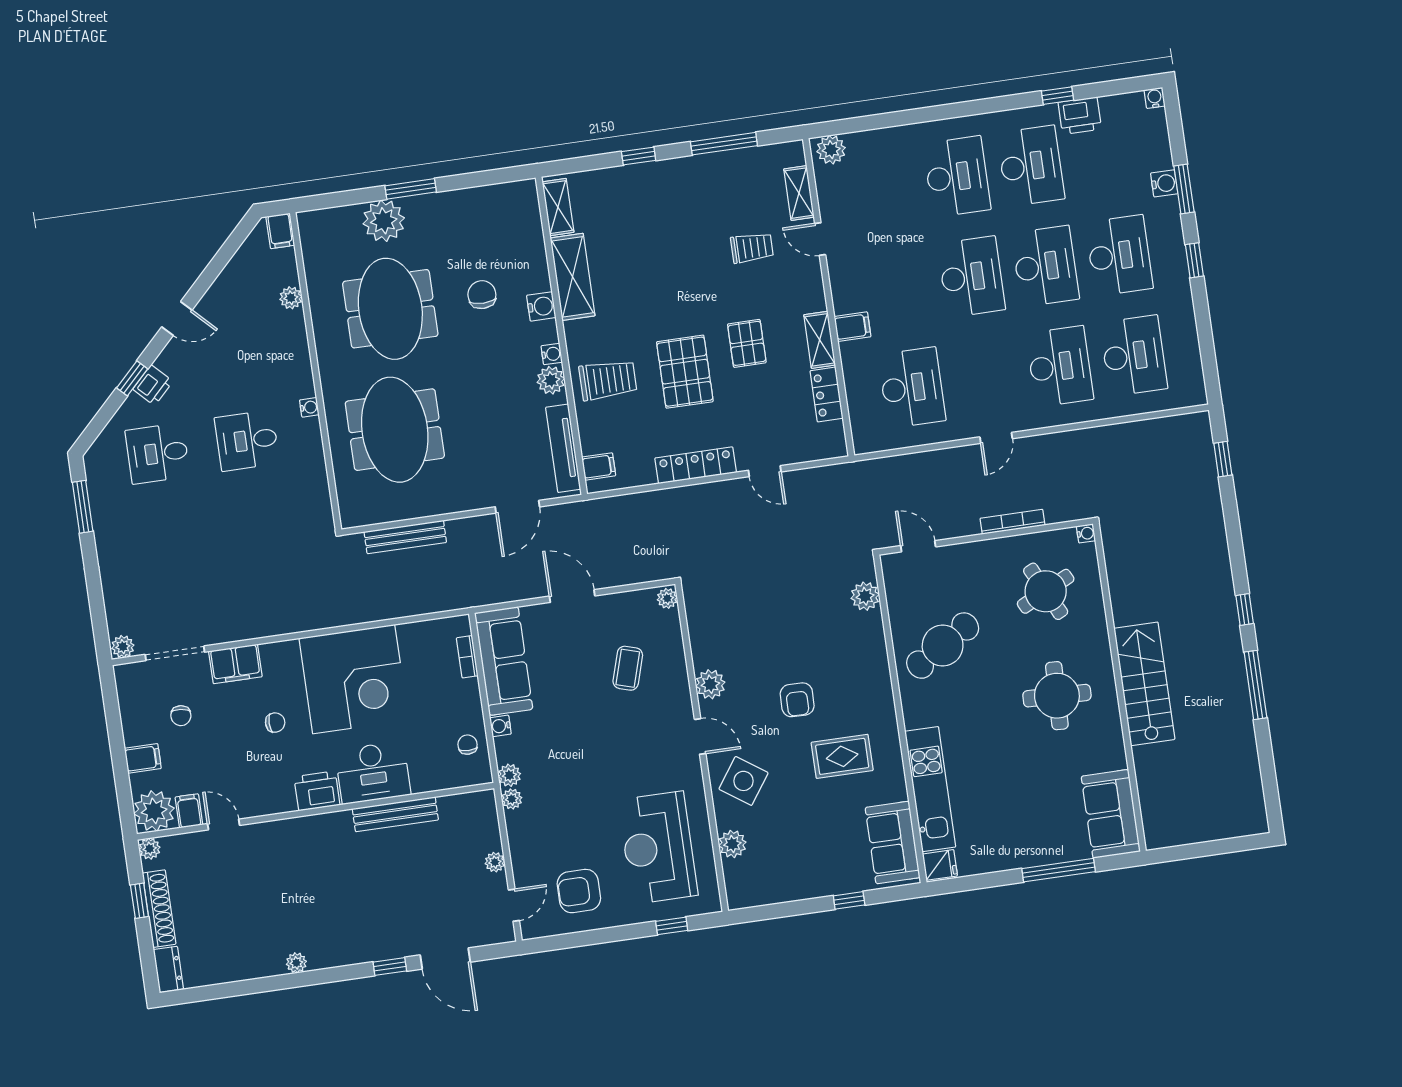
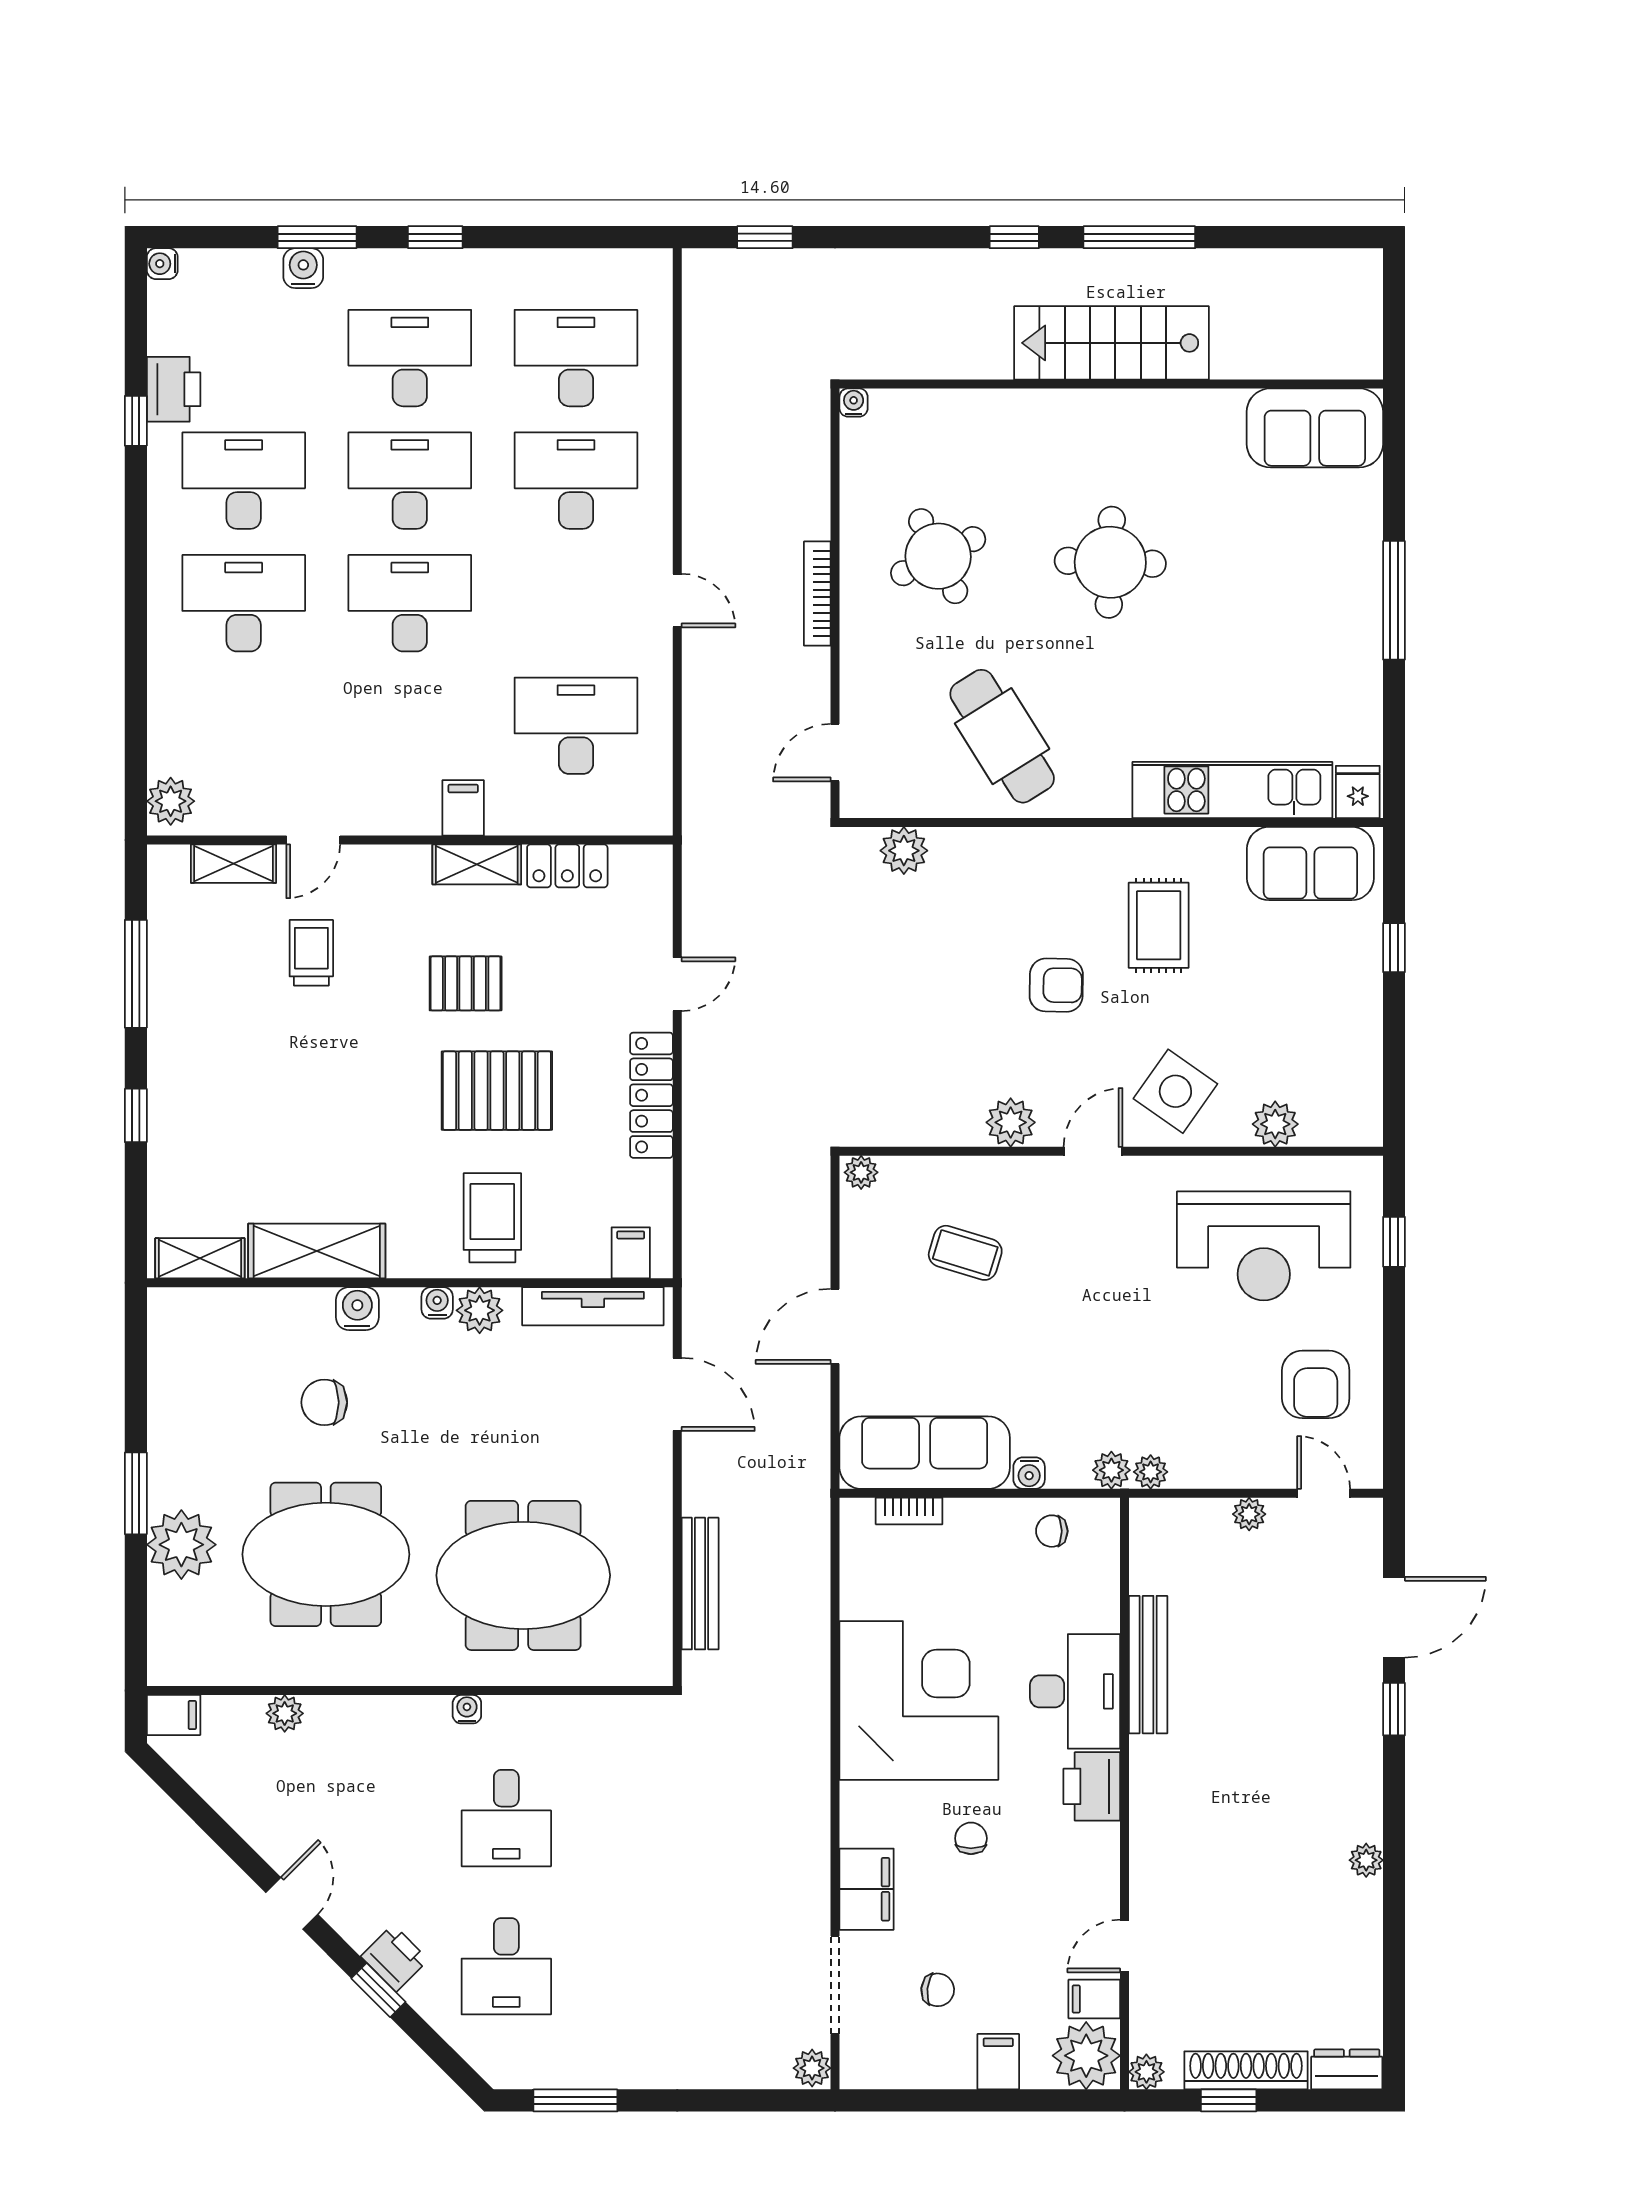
water cooler: (1086, 533) -> (854, 403), moved
stairs: (1144, 684) -> (1111, 343), moved
wall: (1120, 687) -> (1111, 384), moved
sofa: (1111, 814) -> (1315, 428), moved

